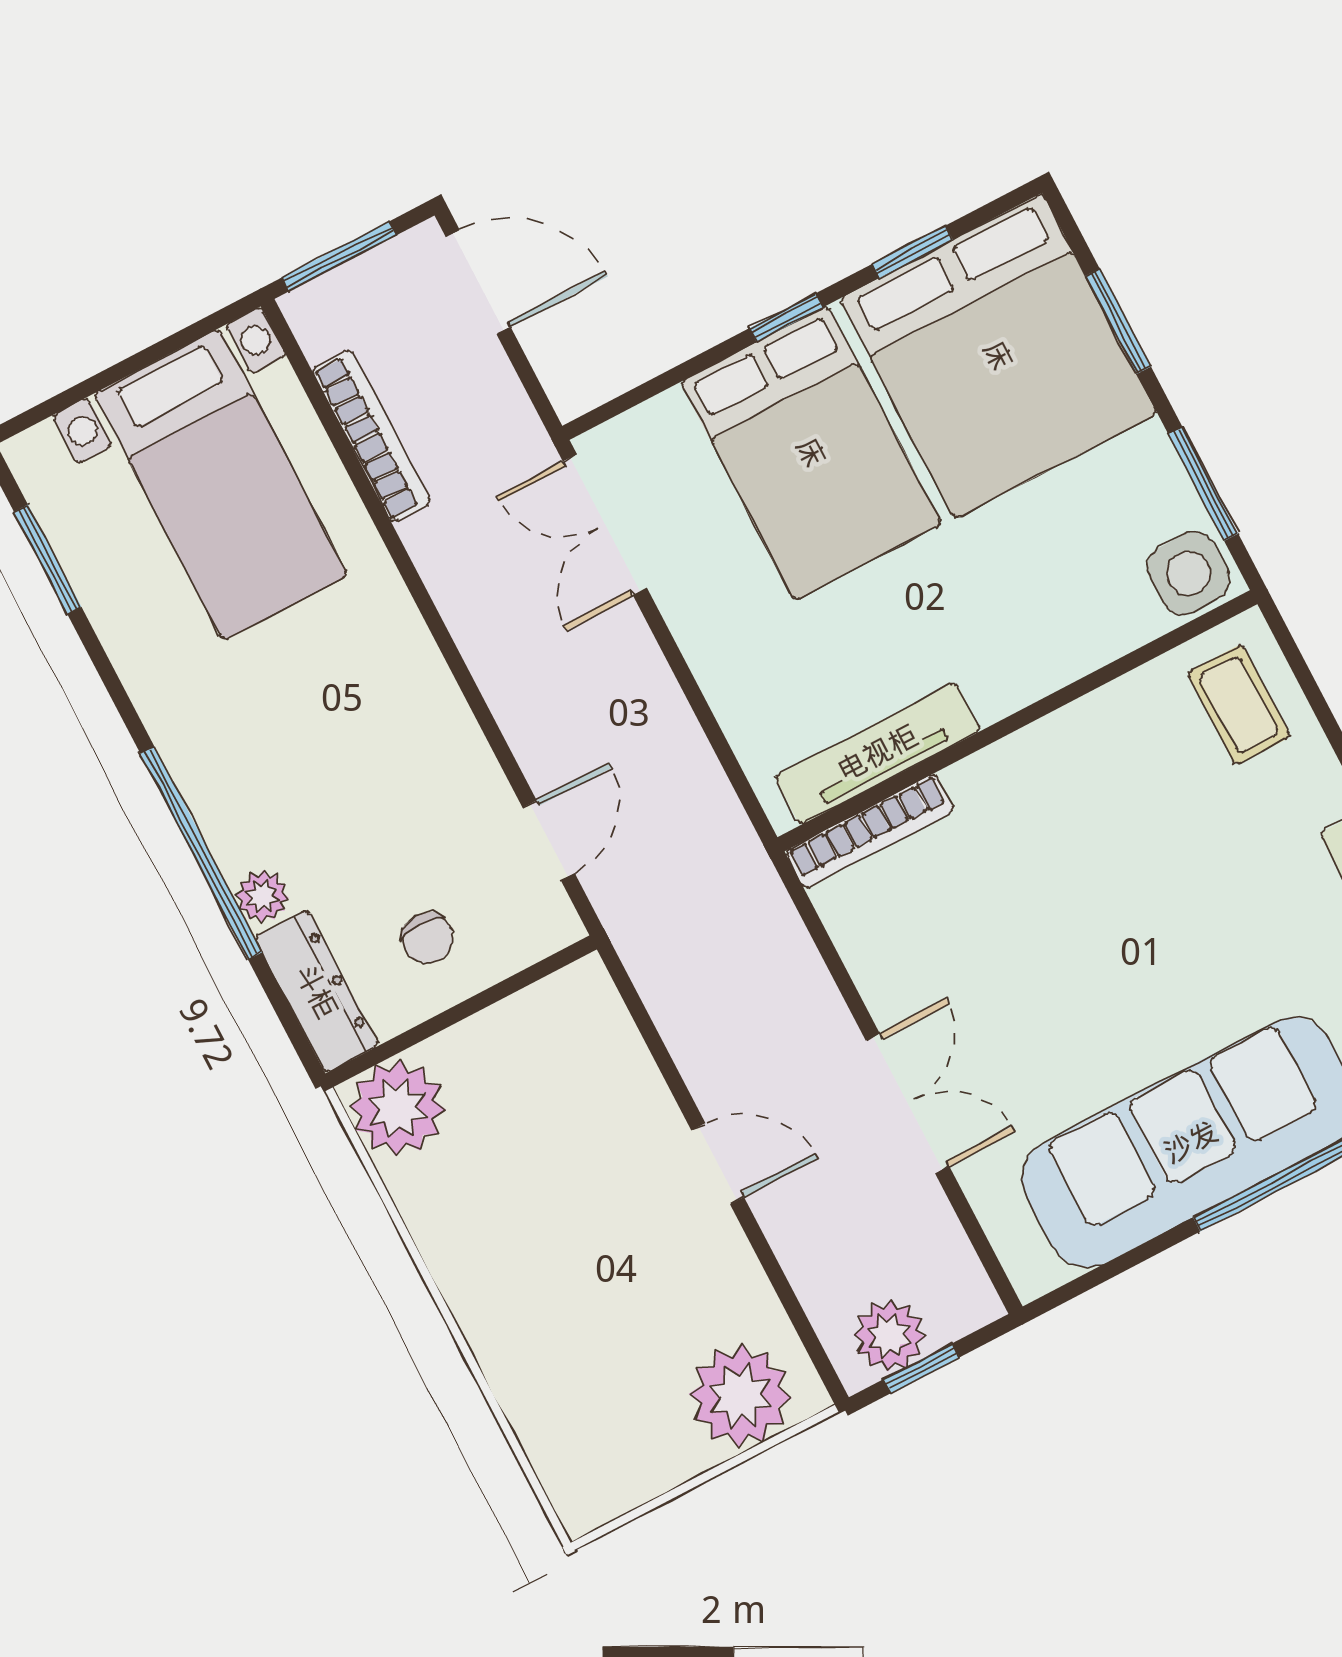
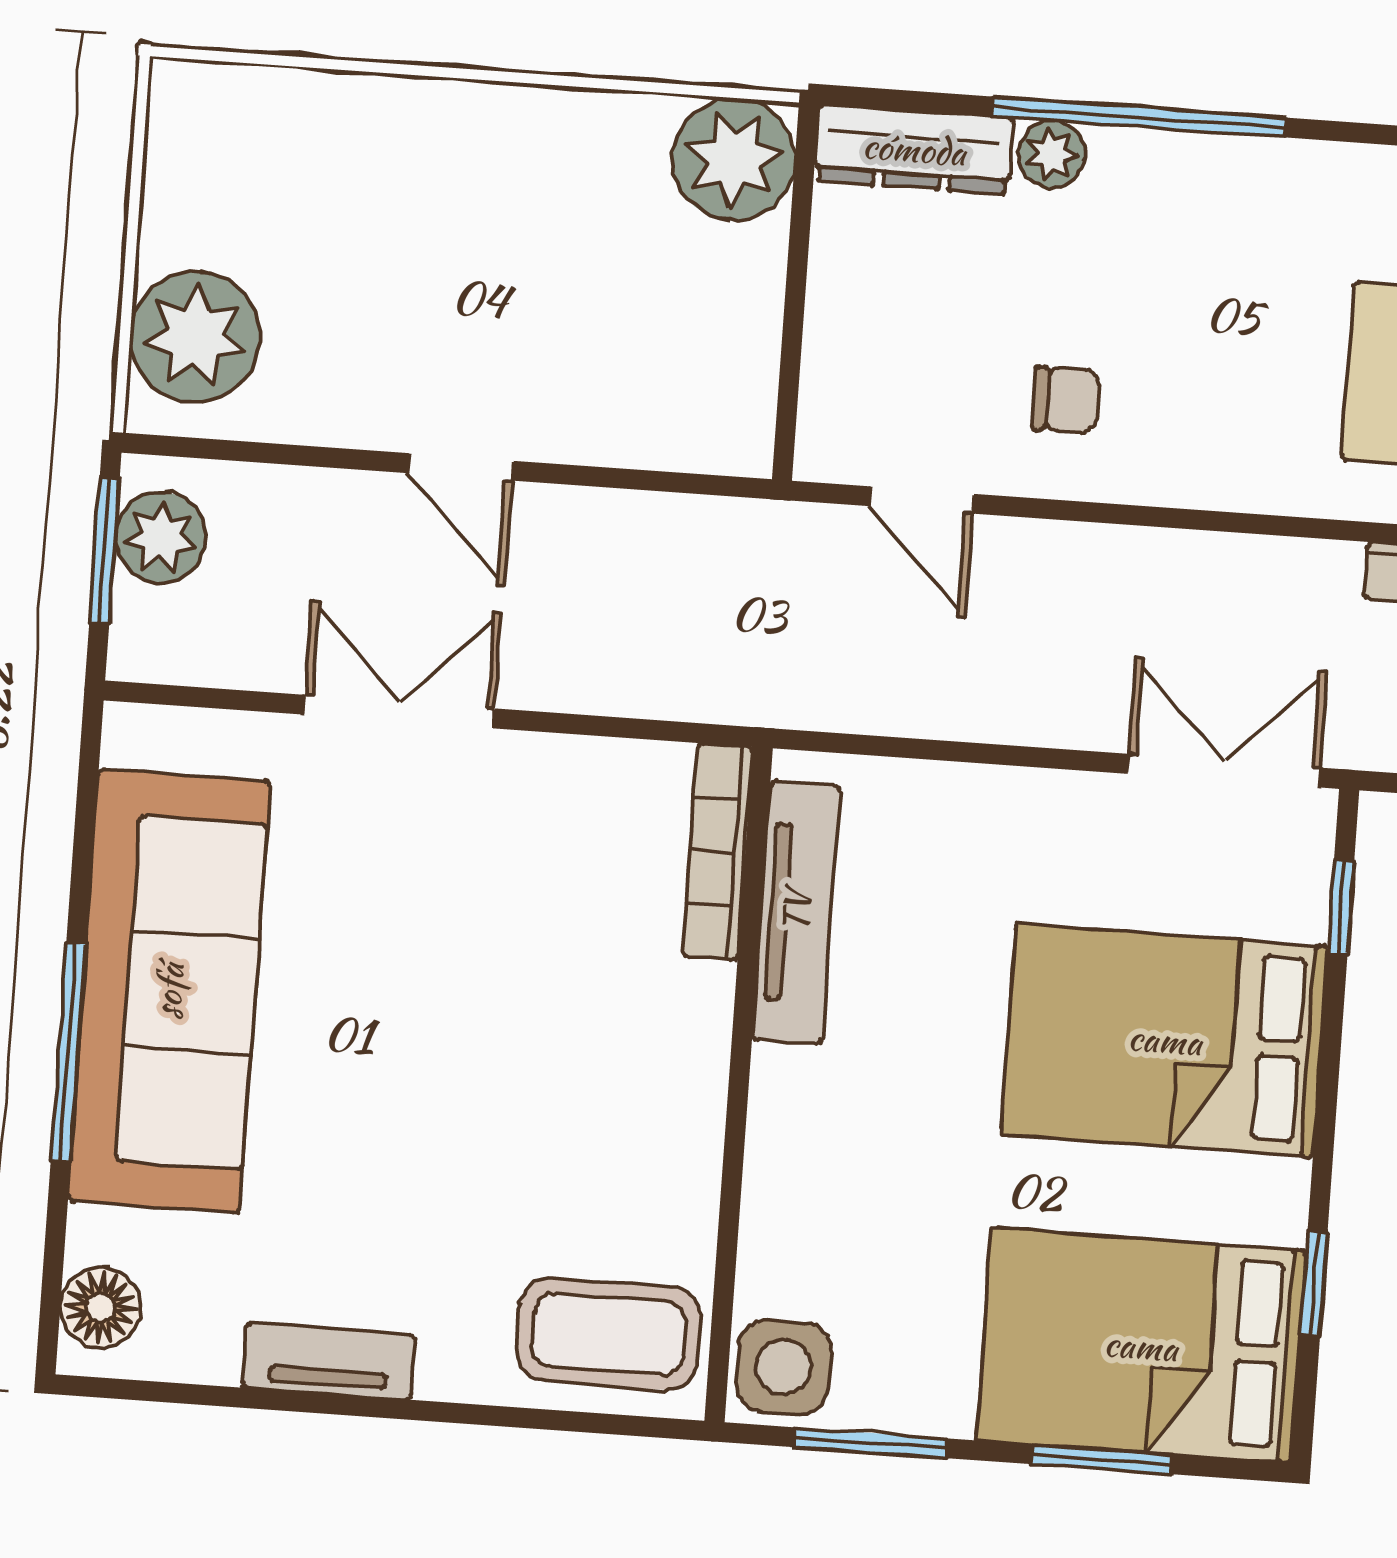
window: (786, 318) -> (1341, 907), moved
bed: (998, 356) -> (1141, 1346), width x0.73
coffee table: (1239, 705) -> (609, 1334), width x1.36, depth x1.30
chair: (427, 938) -> (1066, 400), moved, turned 180
double door: (907, 1103) -> (399, 712), swing flipped
door: (718, 1164) -> (461, 467), hinge flipped
window: (922, 1368) -> (104, 550), width x1.50

